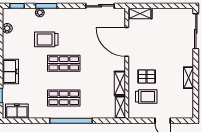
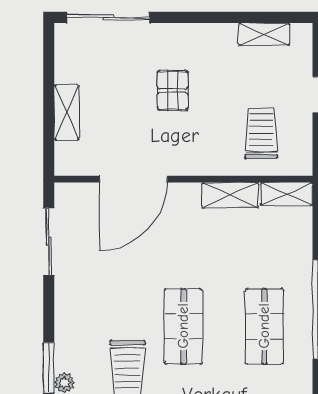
shelving: (140, 13) -> (67, 112), moved
pallet: (147, 77) -> (173, 90), moved
shelving: (189, 78) -> (264, 34), moved

